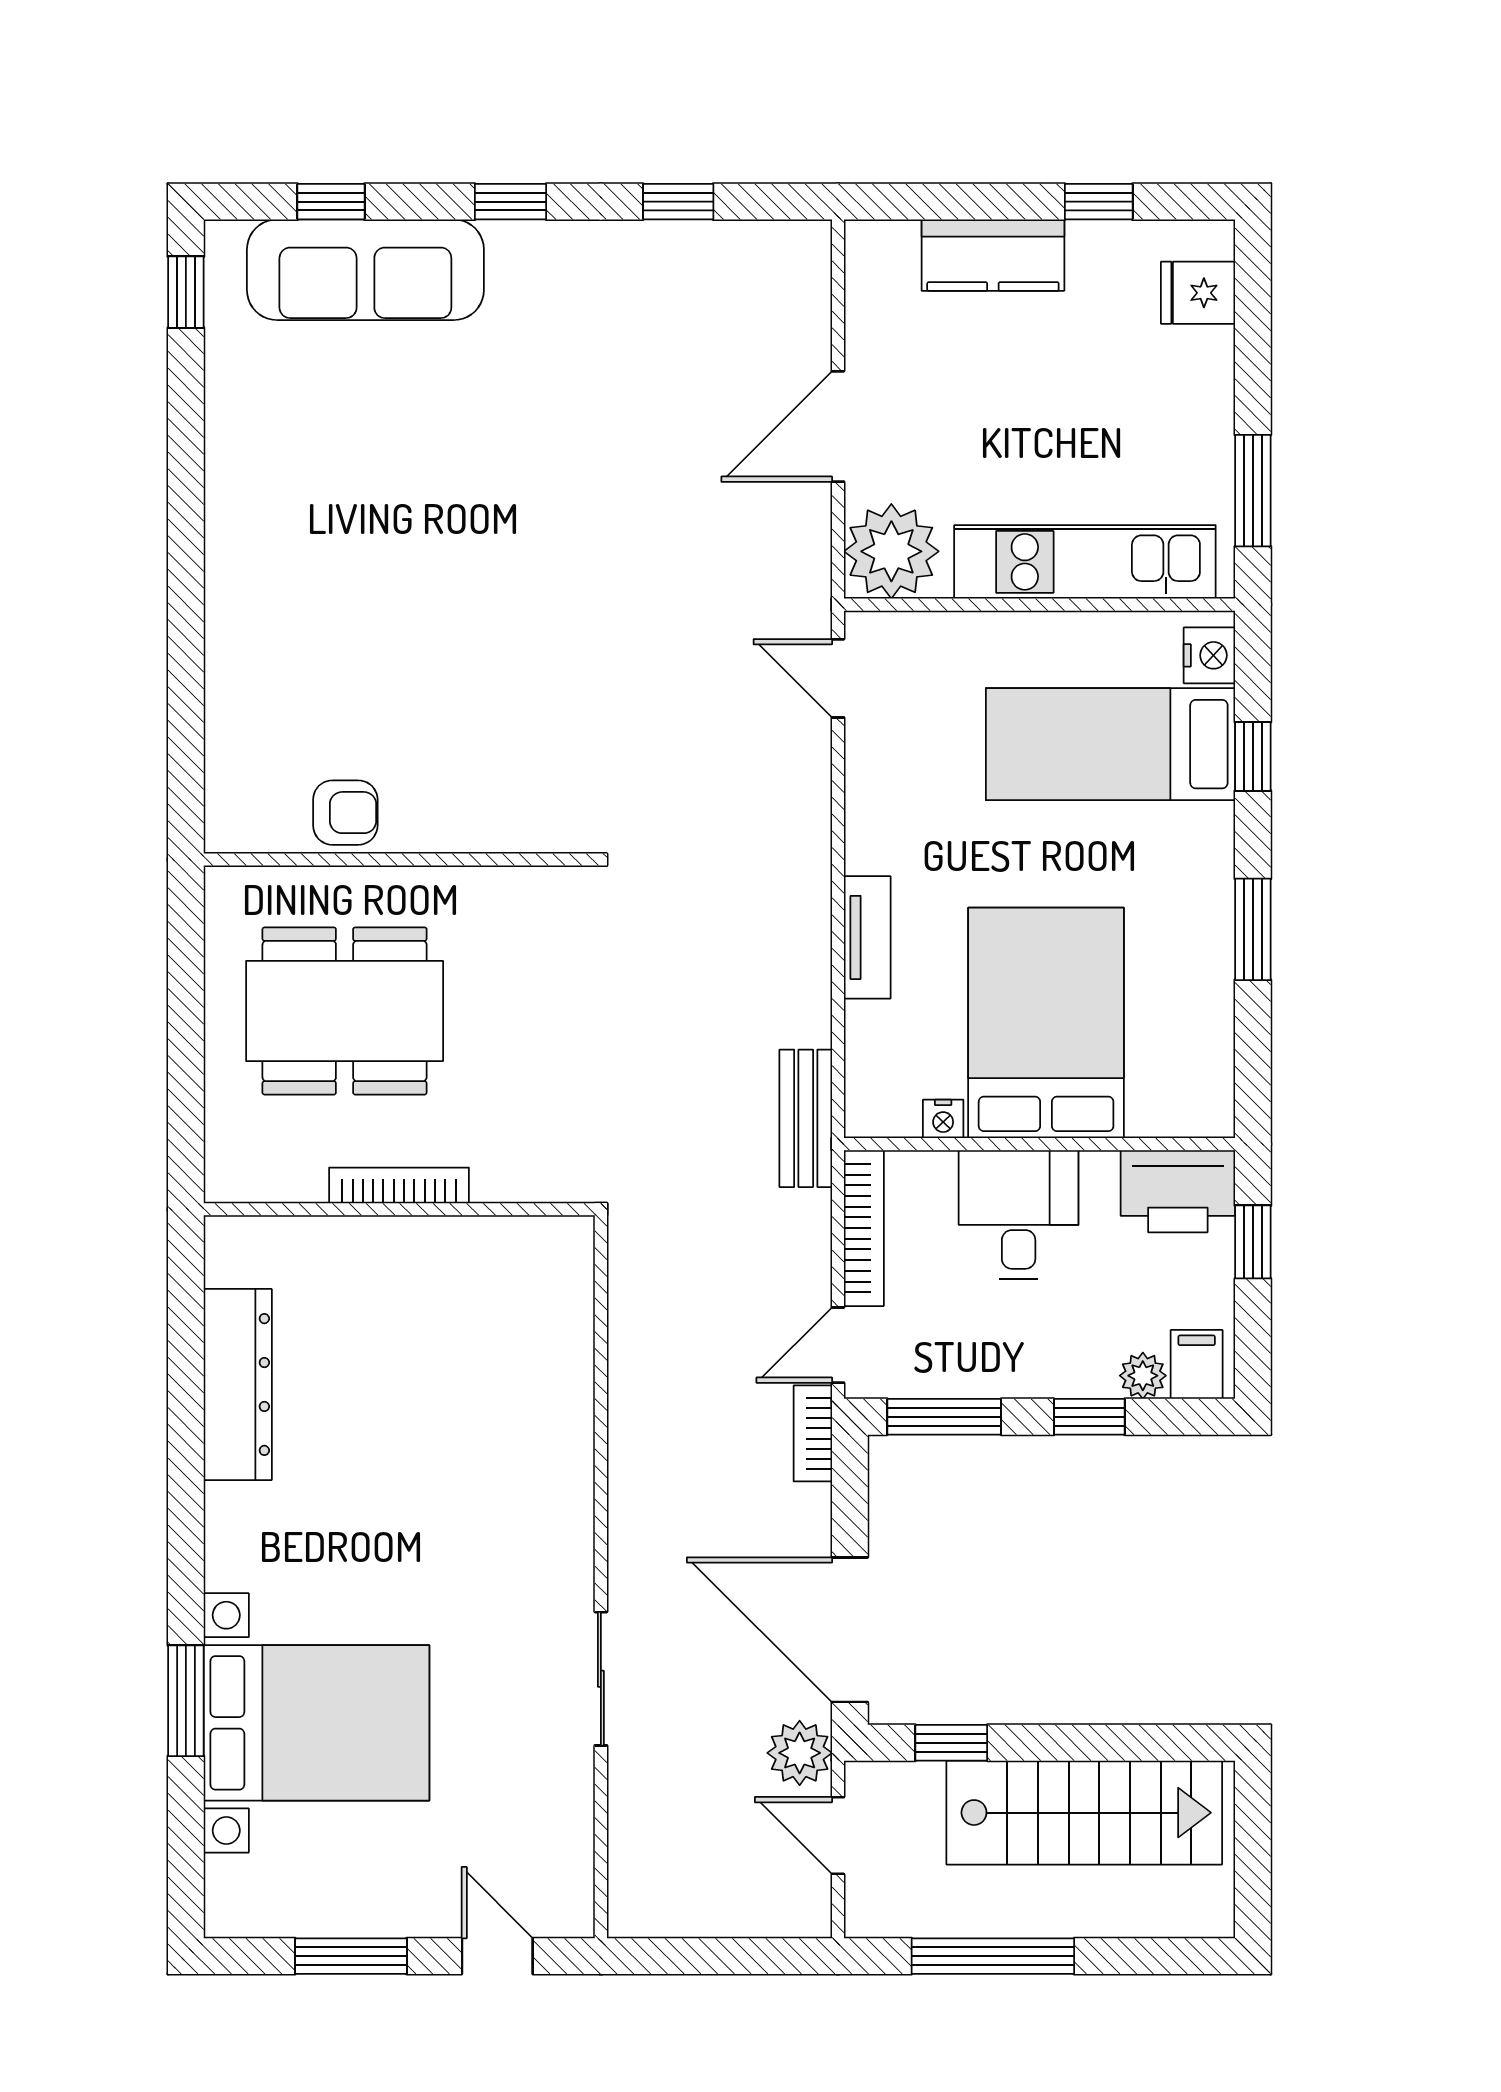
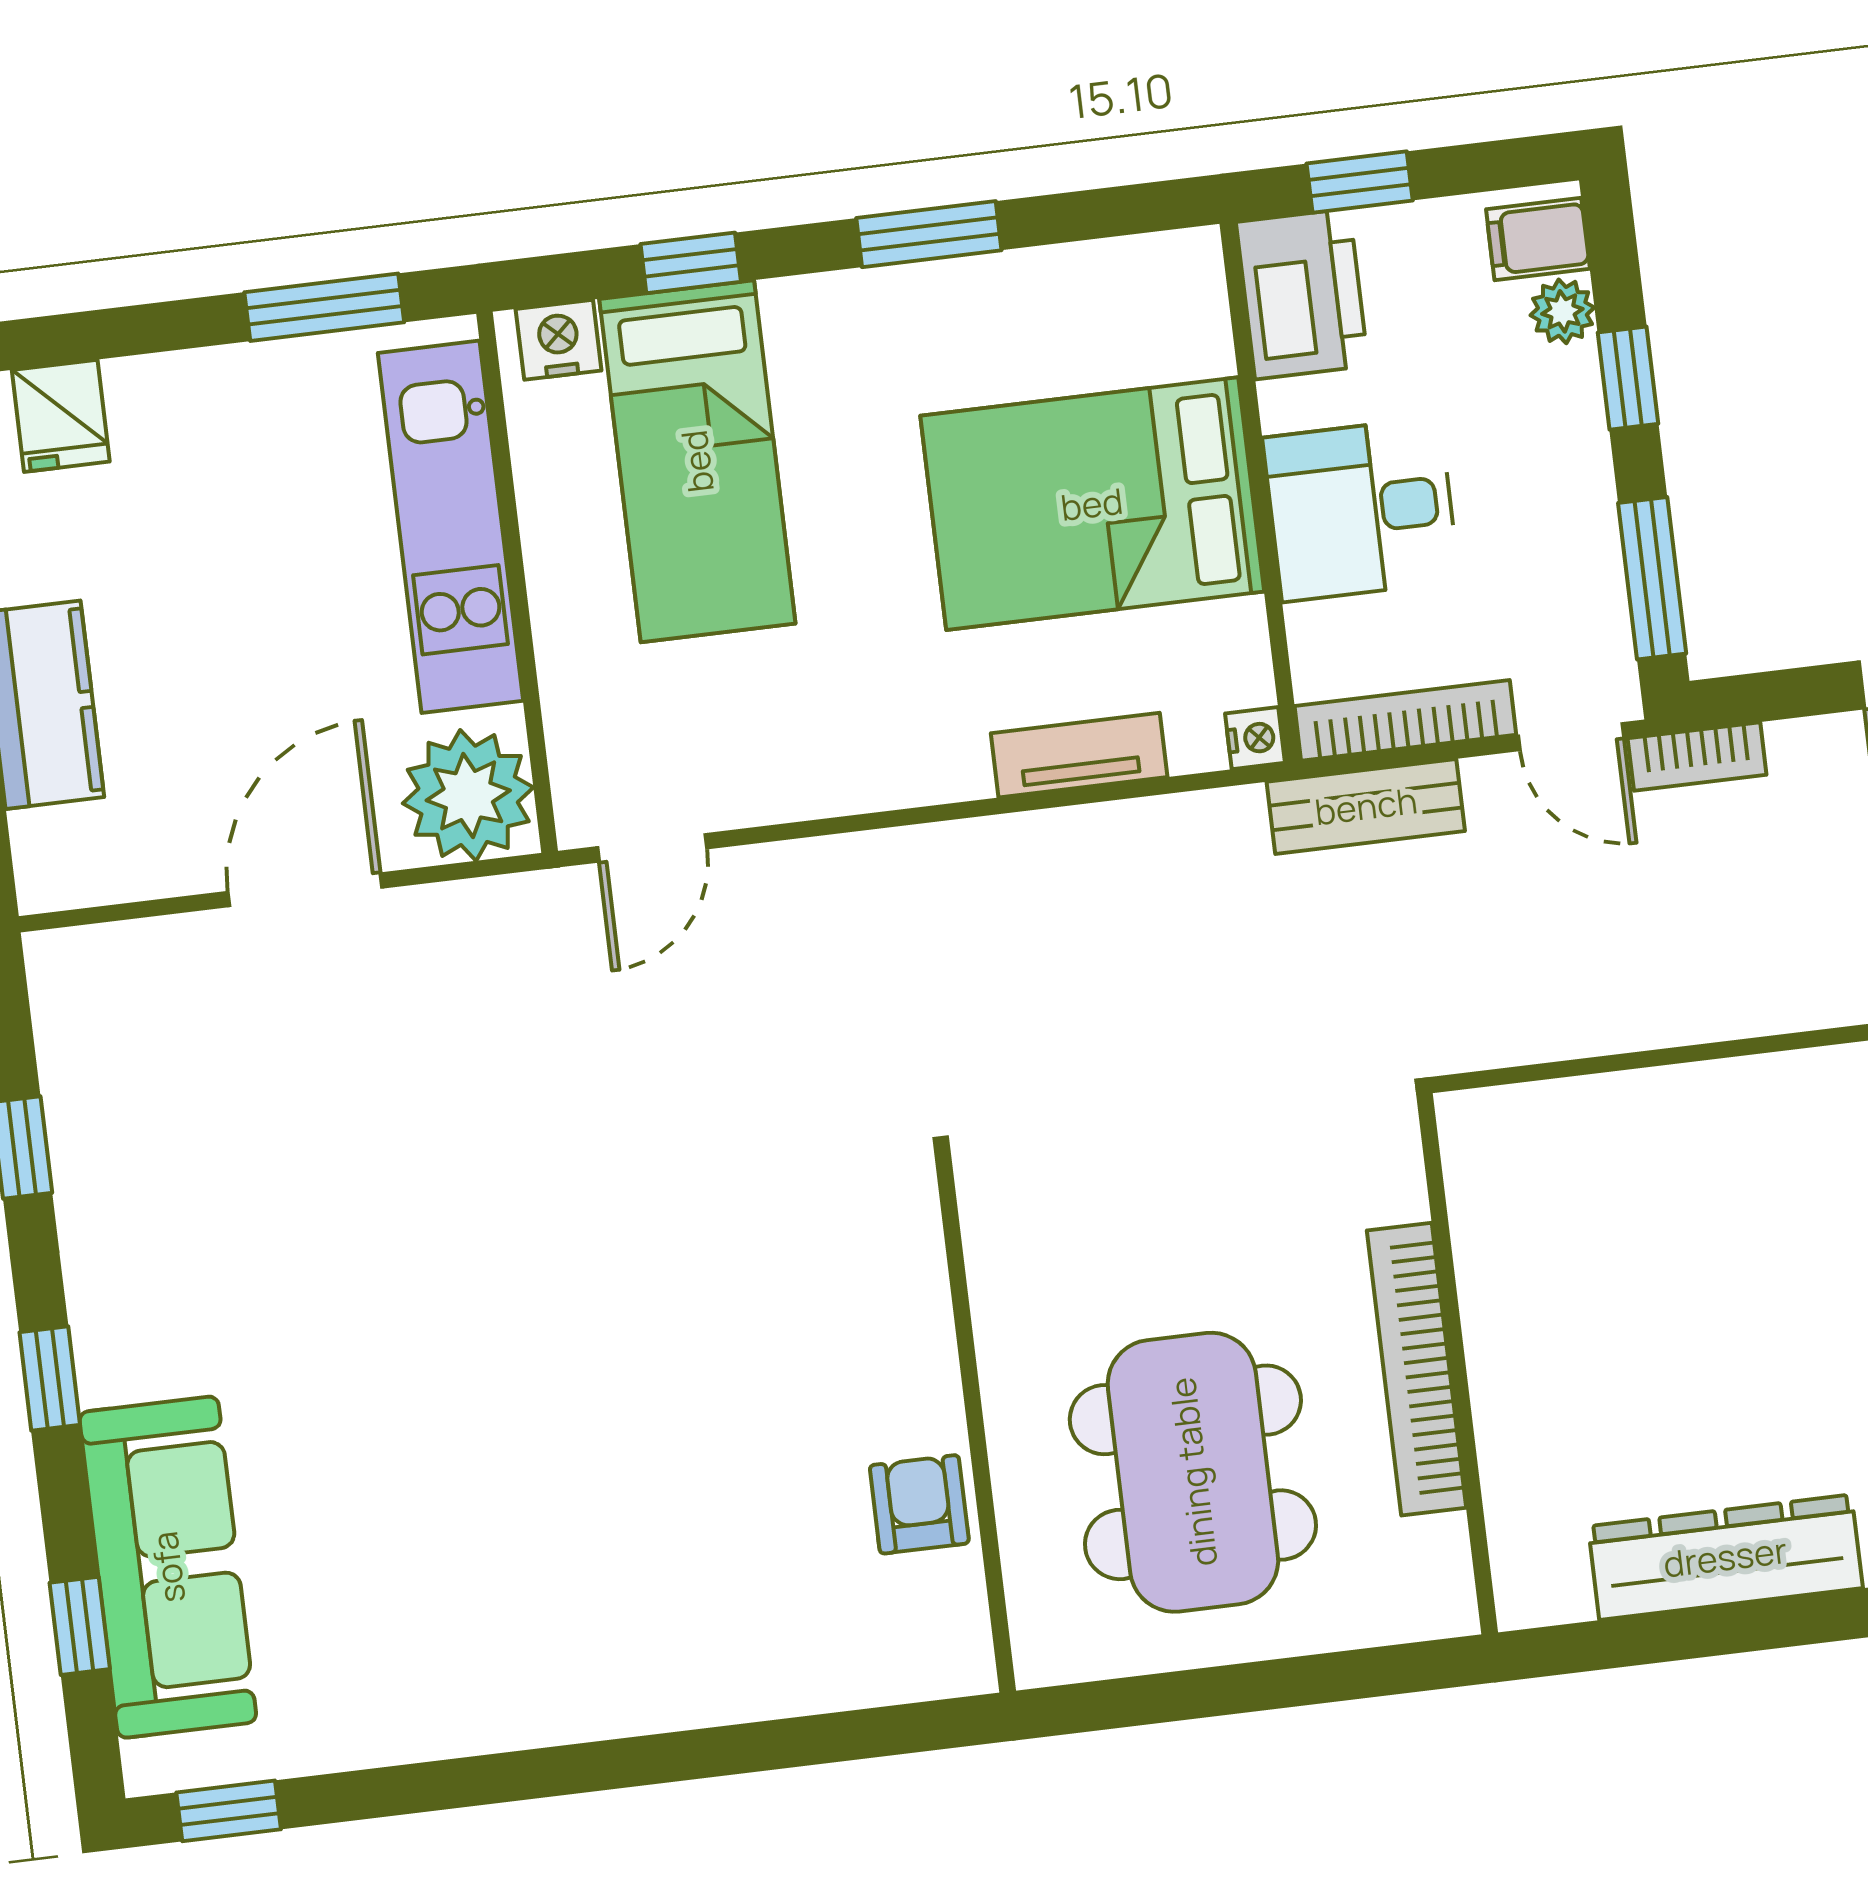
door: (838, 426) -> (305, 890), swing flipped
tv unit: (867, 937) -> (1079, 755), moved
bench: (806, 1118) -> (1366, 806), moved
nightstand: (943, 1119) -> (1255, 738), moved
bookcase: (399, 1185) -> (1417, 1369), width x1.48, depth x1.31

